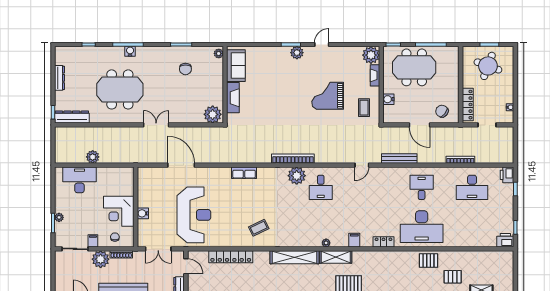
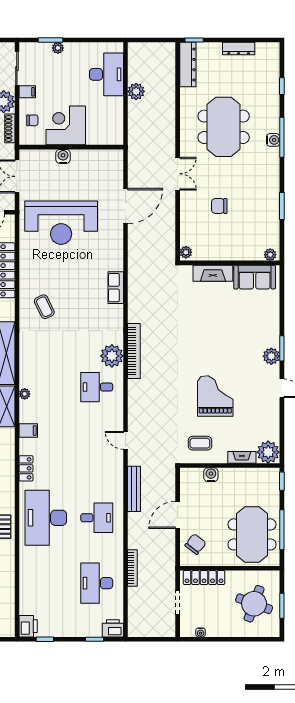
meeting table: (414, 67) -> (252, 534), moved
chair: (185, 69) -> (219, 206), moved
plant: (213, 114) -> (186, 252), width x0.53, depth x0.53

